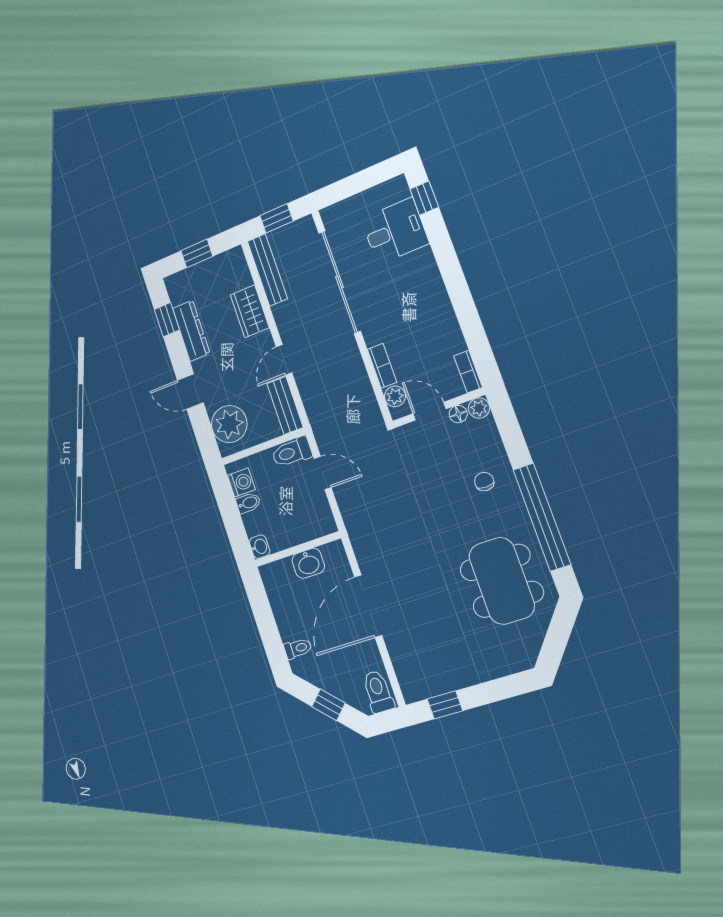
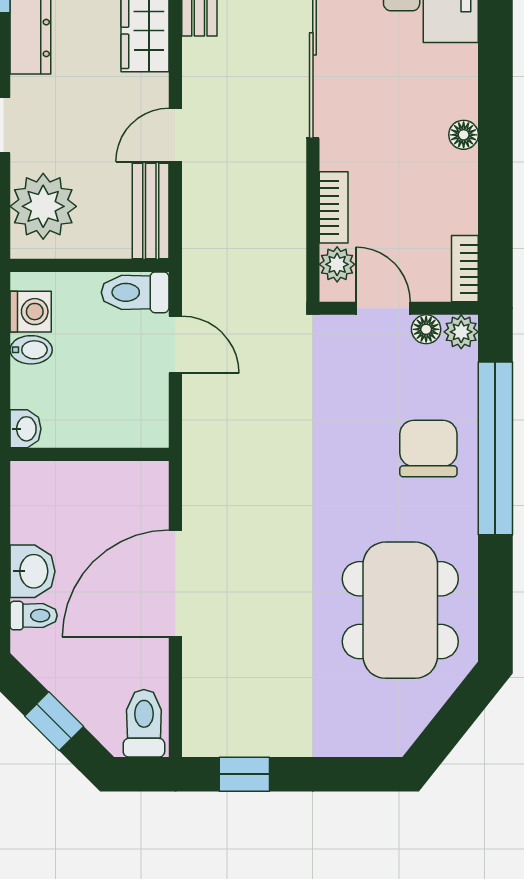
floor lamp: (440, 298) -> (464, 135), added
chair: (484, 482) -> (428, 449), width x1.87, depth x1.87
window: (542, 517) -> (495, 448), moved
washbasin: (308, 563) -> (32, 571), moved, turned -90

